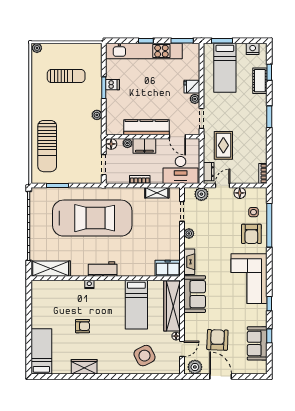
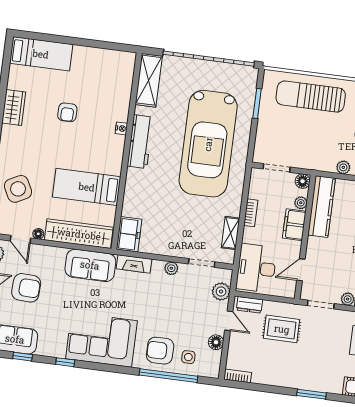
kitchen counter: (146, 127) -> (322, 207), moved
workbench: (103, 269) -> (140, 142), width x1.38

